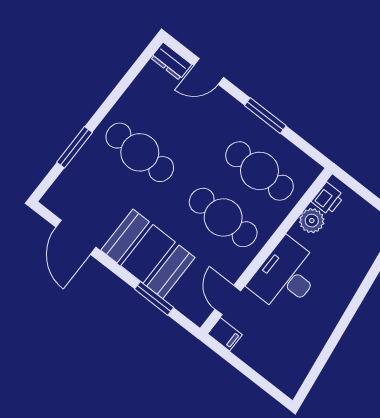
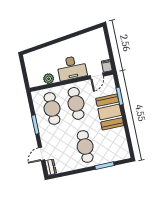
door: (209, 71) -> (41, 154), swing flipped
printer: (328, 199) -> (38, 81), removed
door: (76, 237) -> (128, 137), removed

